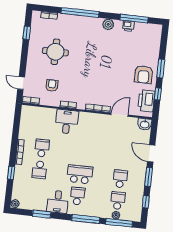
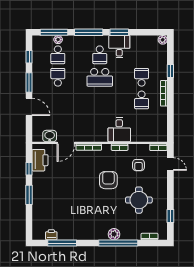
plant: (108, 24) -> (114, 234), moved
printer: (128, 26) -> (51, 235), moved
armchair: (144, 74) -> (108, 180), moved
washbasin: (145, 124) -> (50, 136), moved
school desk: (120, 179) -> (58, 77), turned 180
window: (42, 214) -> (119, 32), moved

